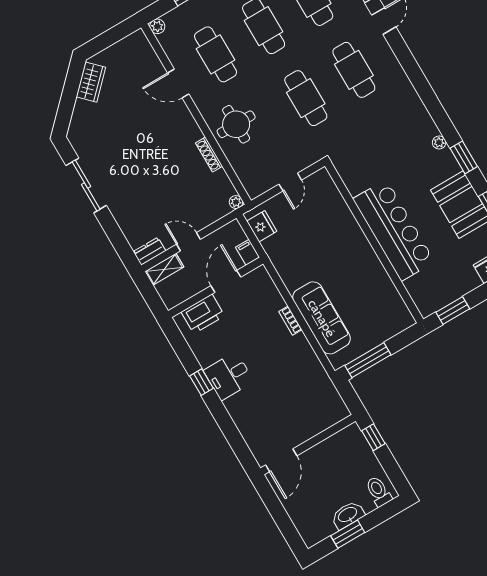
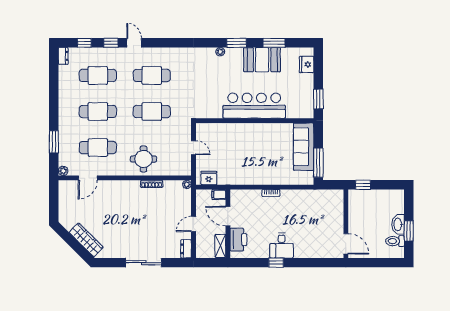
wardrobe: (91, 82) -> (86, 240), moved, width x1.50
door: (178, 84) -> (88, 178), moved
sliding door: (86, 185) -> (144, 263), moved
shelving: (164, 269) -> (220, 246), moved
sofa: (322, 318) -> (304, 147), moved, turned -90
toilet: (379, 491) -> (395, 241), moved

